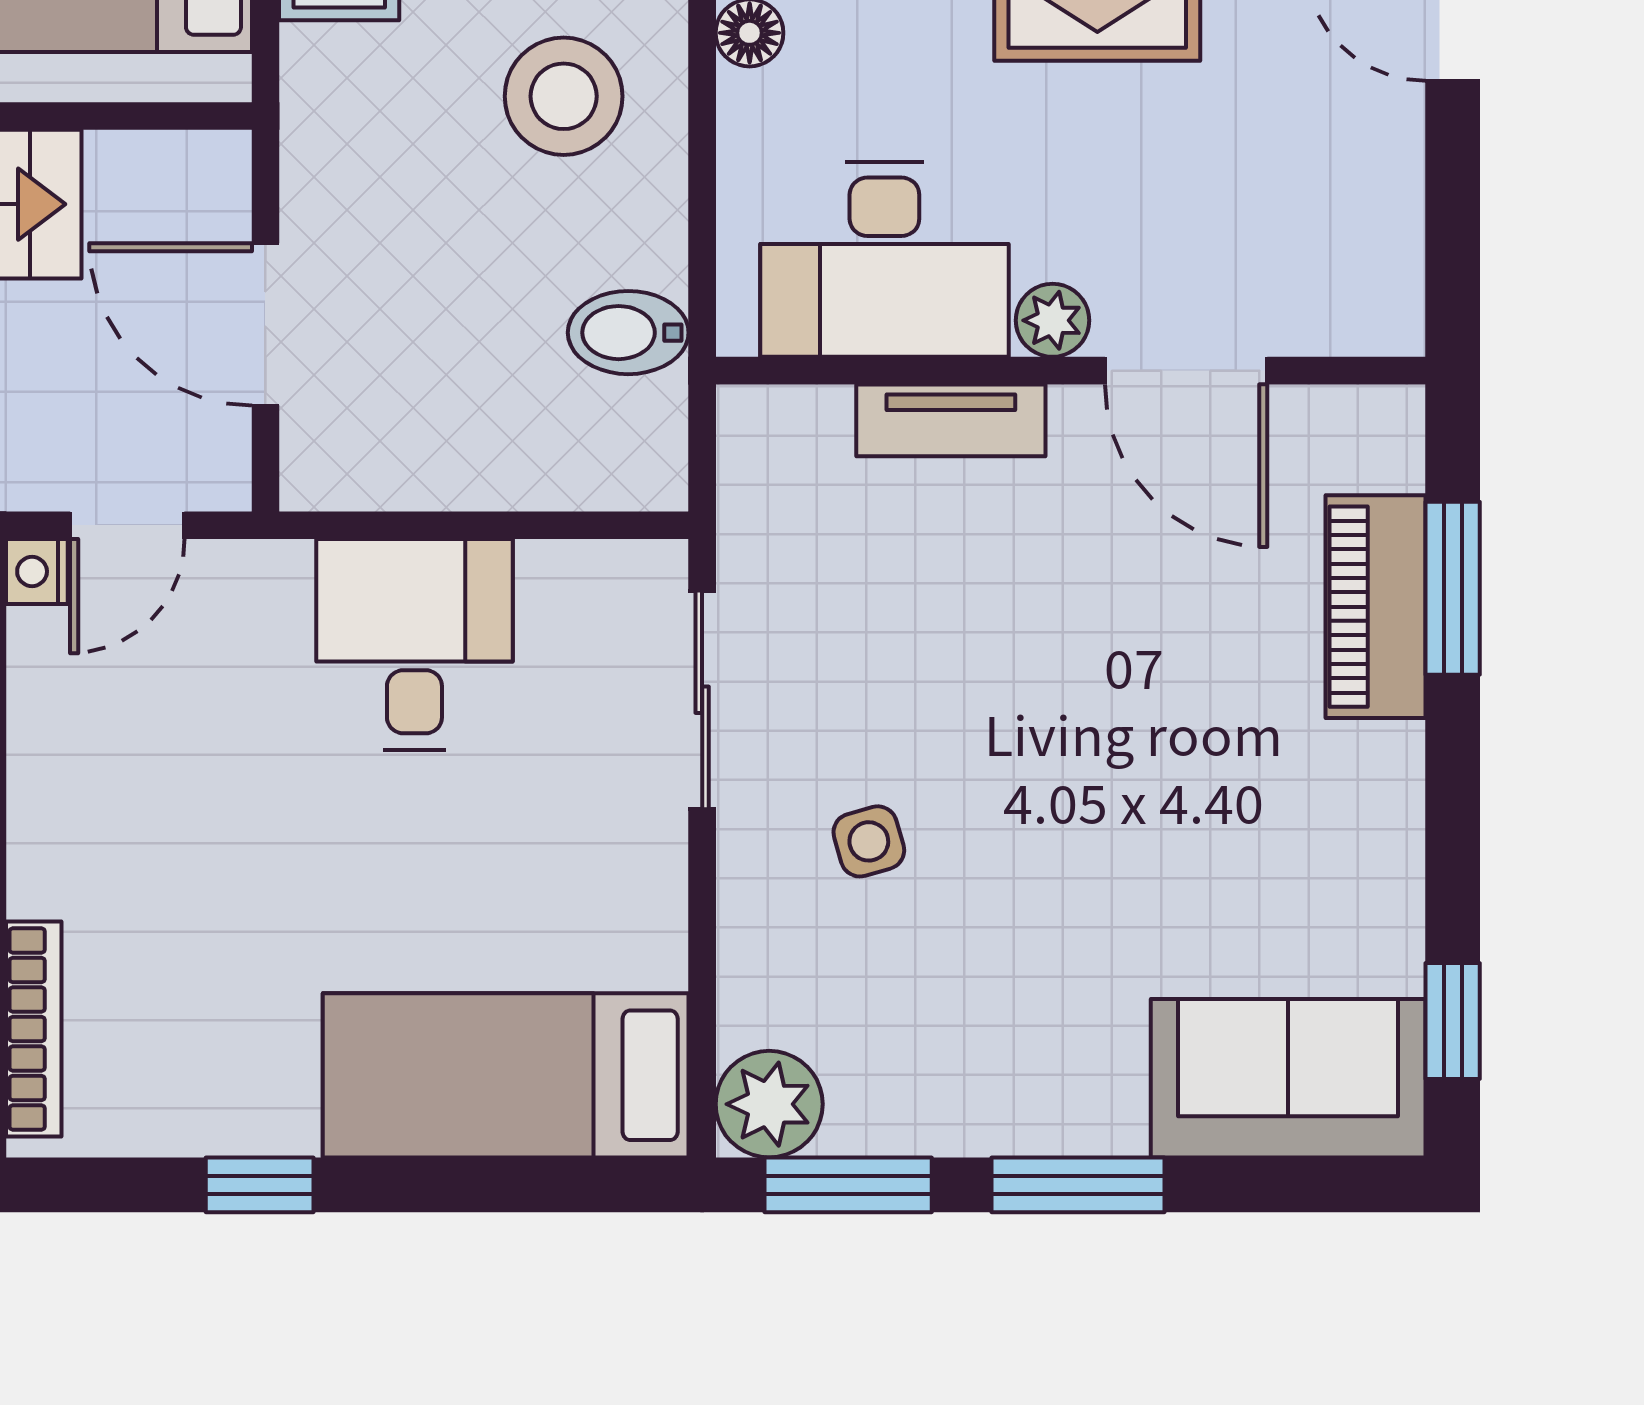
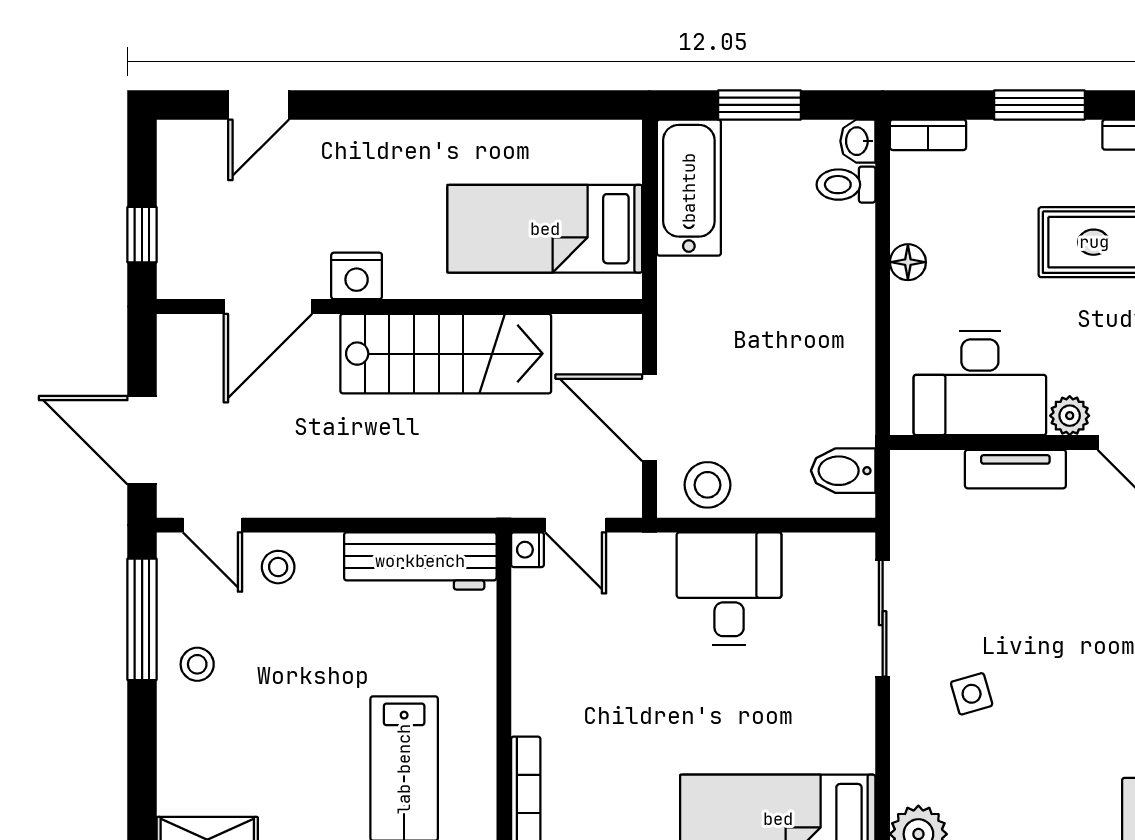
stool: (564, 96) -> (707, 485), moved, width x0.73, depth x0.73
bidet: (628, 333) -> (843, 471), moved
door: (127, 525) -> (576, 525), hinge flipped

